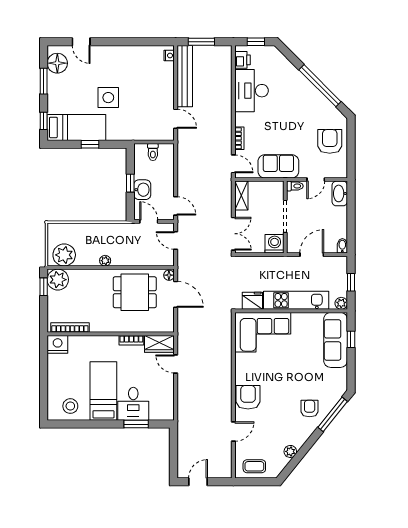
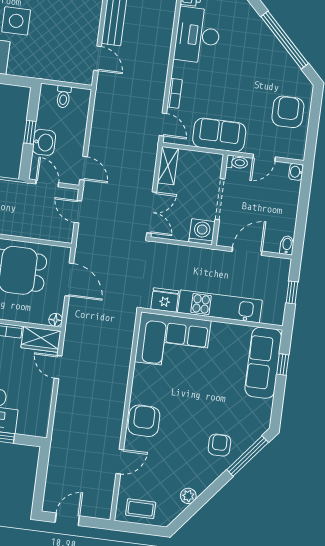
washbasin: (340, 193) -> (296, 172), width x0.52, depth x0.69
floor lamp: (169, 275) -> (56, 320), moved
plant: (341, 303) -> (276, 318), removed

